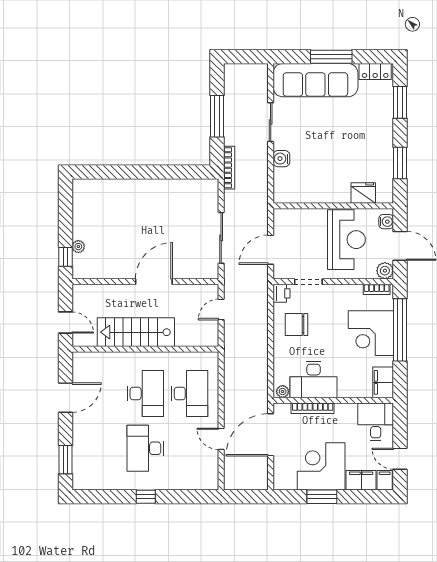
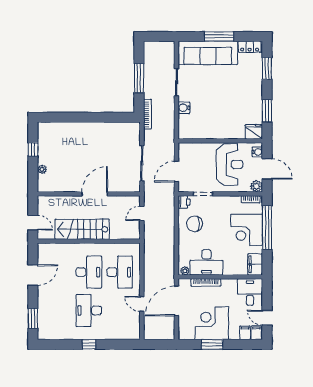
fridge: (363, 193) -> (254, 132), moved
window: (65, 257) -> (33, 149), moved
filing cabinet: (361, 480) -> (245, 333), width x0.50

